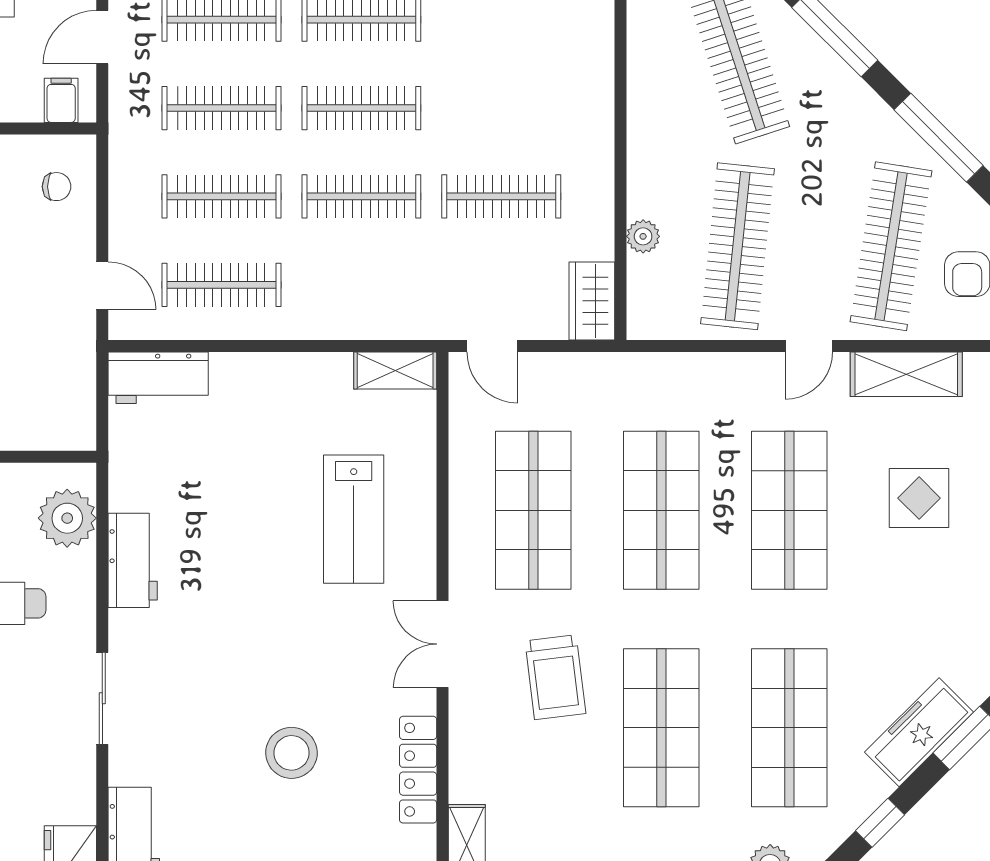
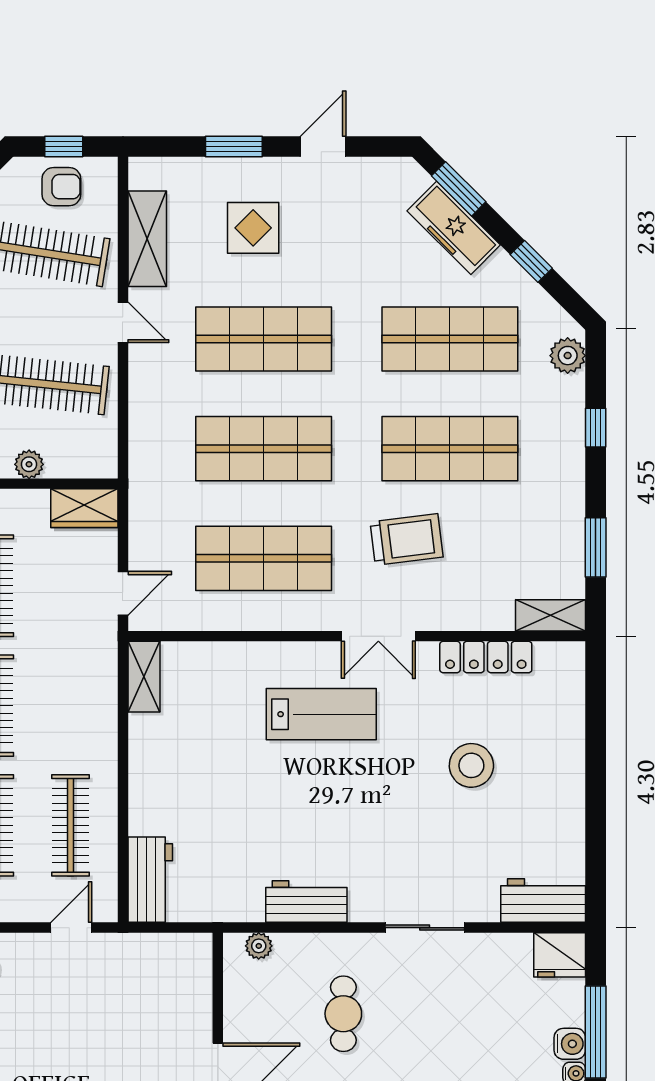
plant: (67, 518) -> (259, 946), width x0.53, depth x0.53
lab bench: (354, 519) -> (321, 714), moved

